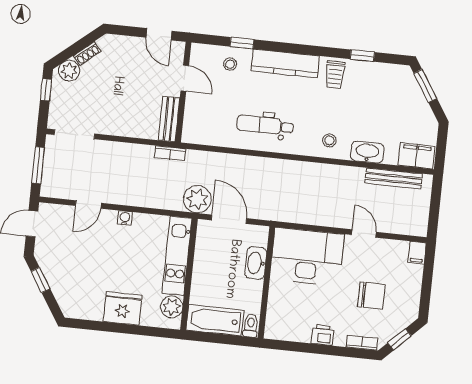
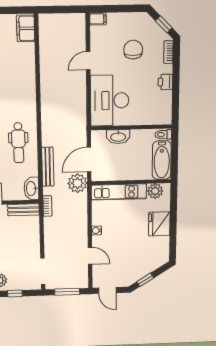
stool: (329, 140) -> (23, 95), removed
washbasin: (367, 152) -> (31, 189), moved
bench: (394, 179) -> (48, 167), moved

